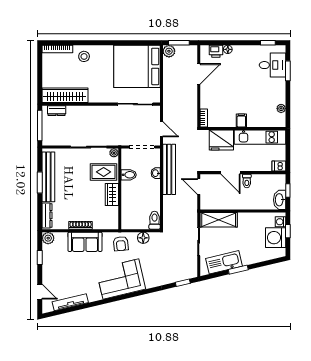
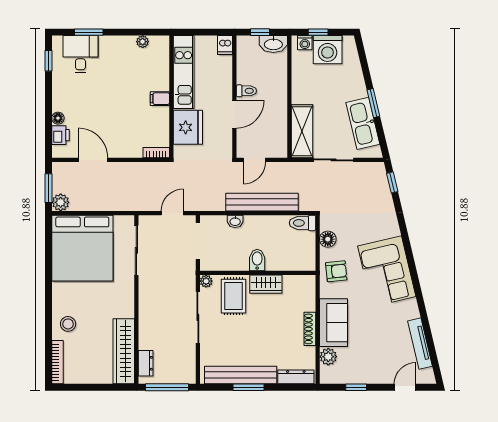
bench: (169, 169) -> (262, 202), moved
bidet: (129, 175) -> (257, 260), moved
plant: (48, 238) -> (328, 357), moved

